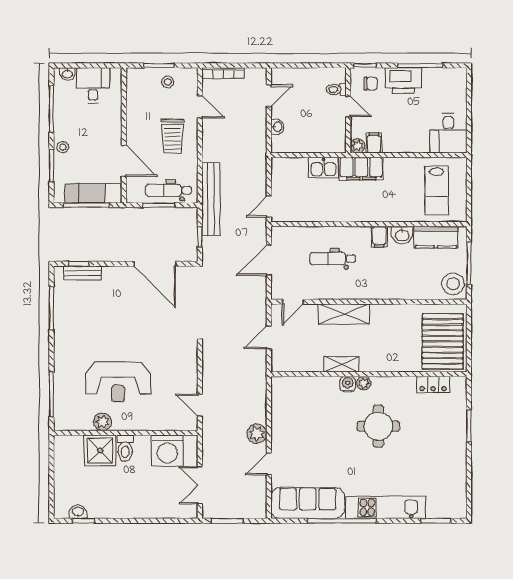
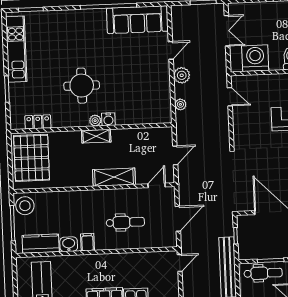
shelving: (341, 364) -> (96, 136), moved
plant: (260, 398) -> (180, 104), added
kitchen unit: (386, 507) -> (16, 49), moved, turned -90

